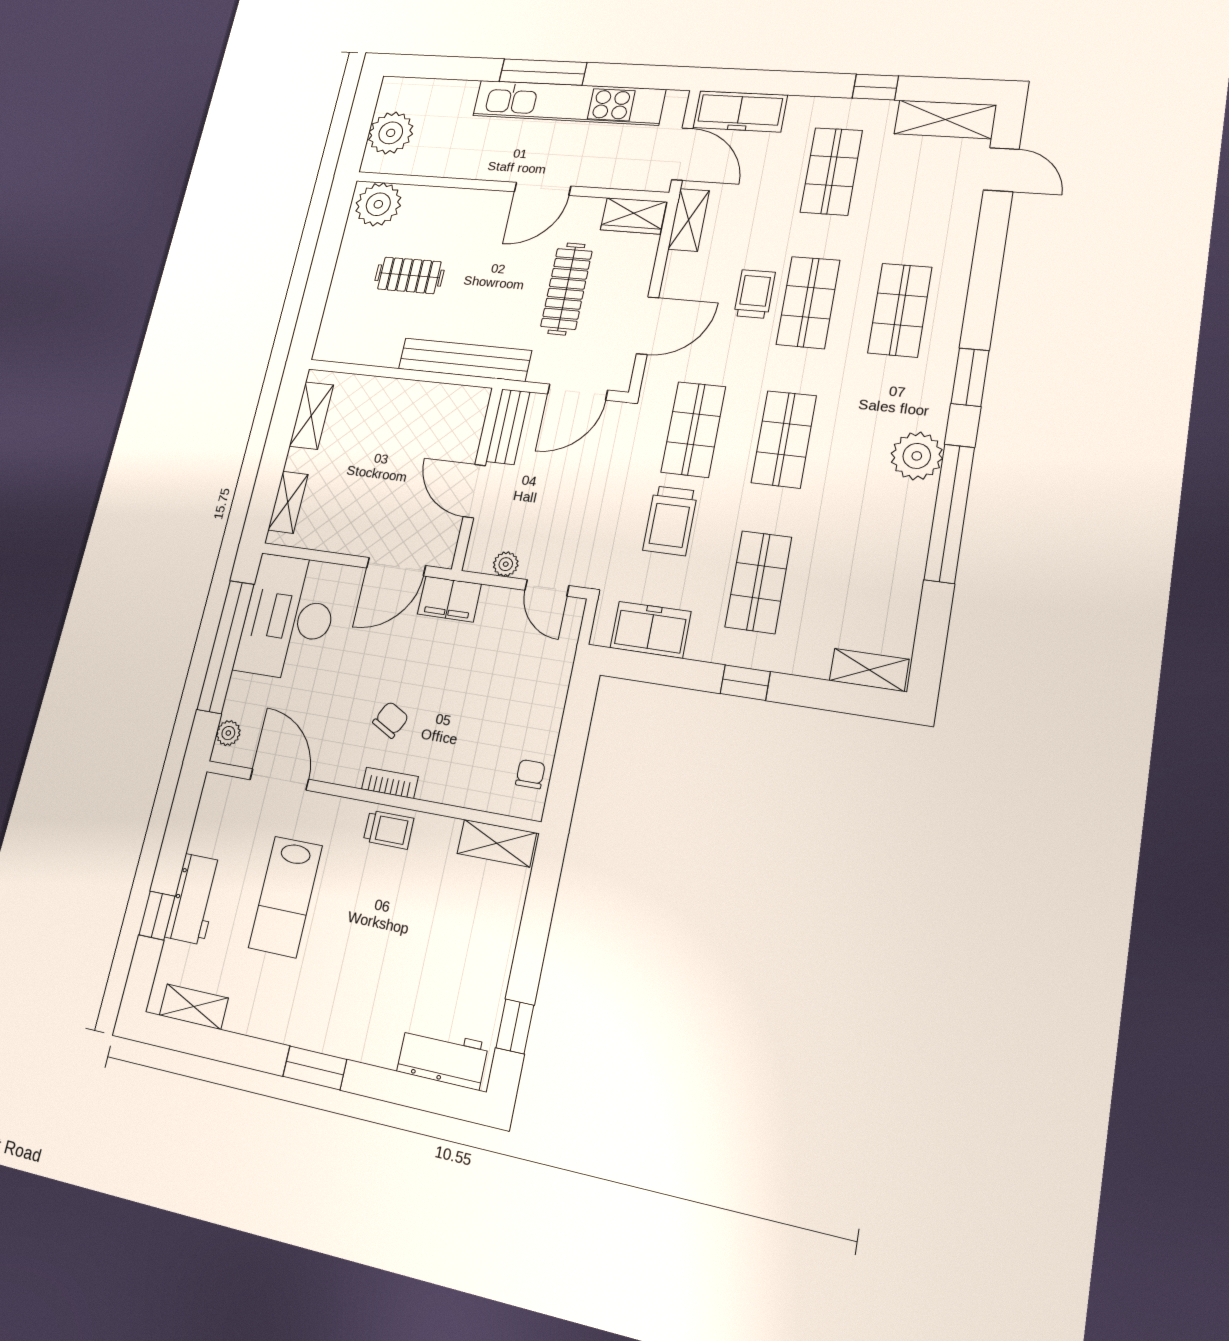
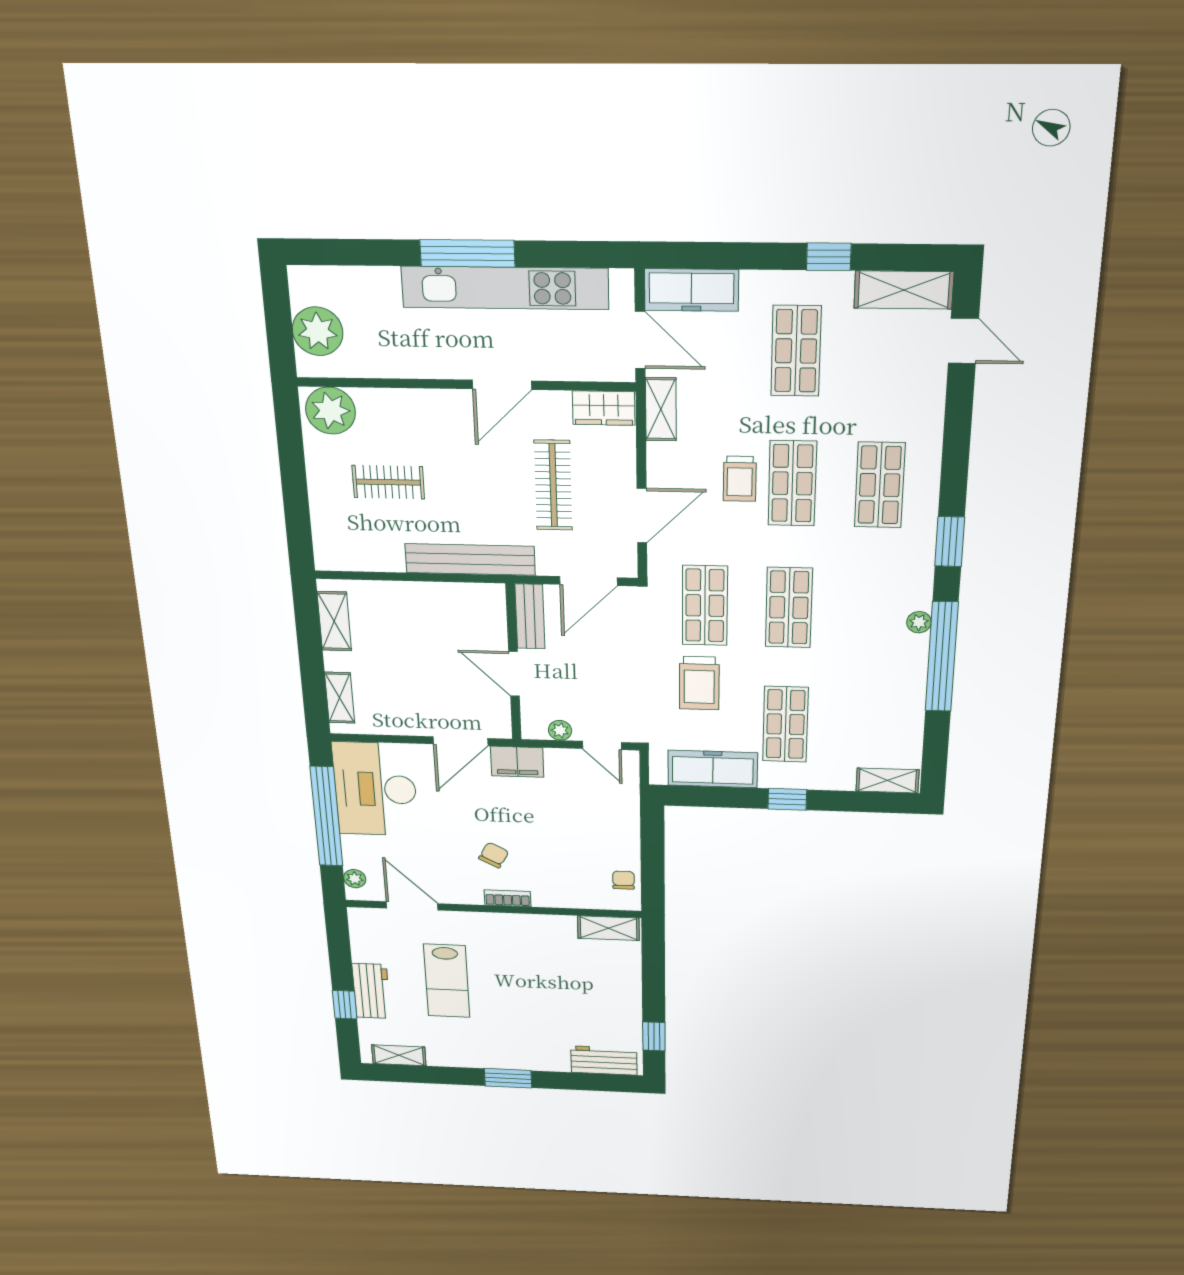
trolley: (755, 294) -> (740, 479), turned 180
plant: (917, 456) -> (919, 622), width x0.53, depth x0.53
freezer: (650, 630) -> (713, 769), width x1.40
trolley: (389, 830) -> (517, 929), removed

